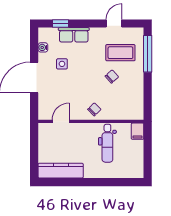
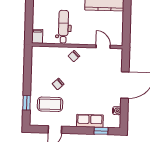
window: (148, 54) -> (27, 103), width x0.46
side table: (62, 64) -> (101, 96), removed
door: (61, 121) -> (103, 47), swing flipped

